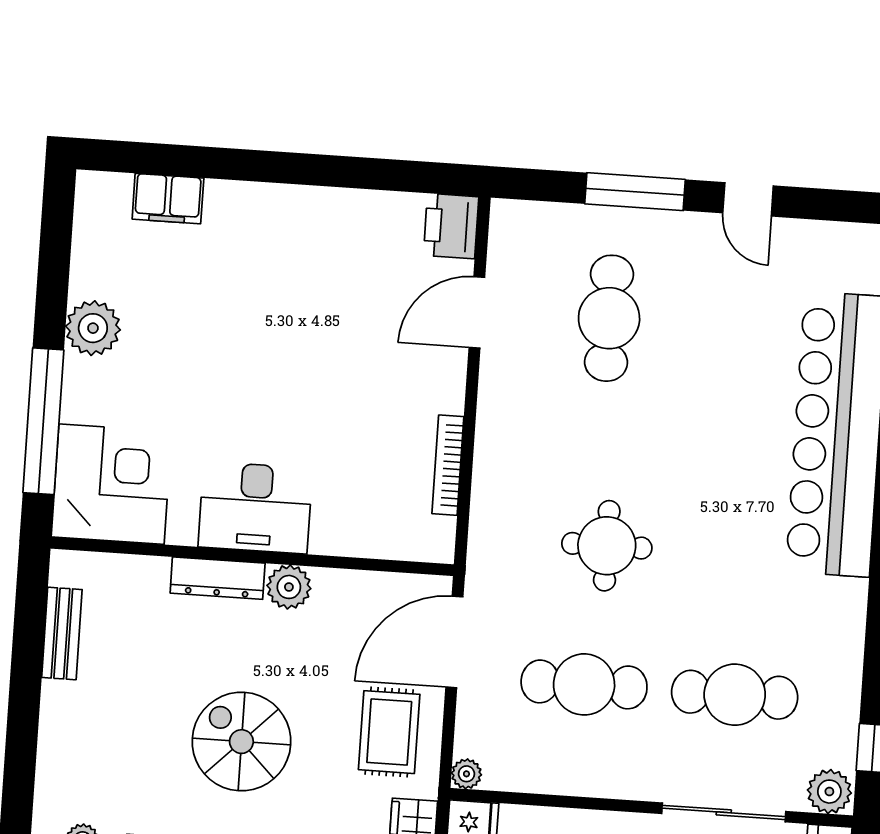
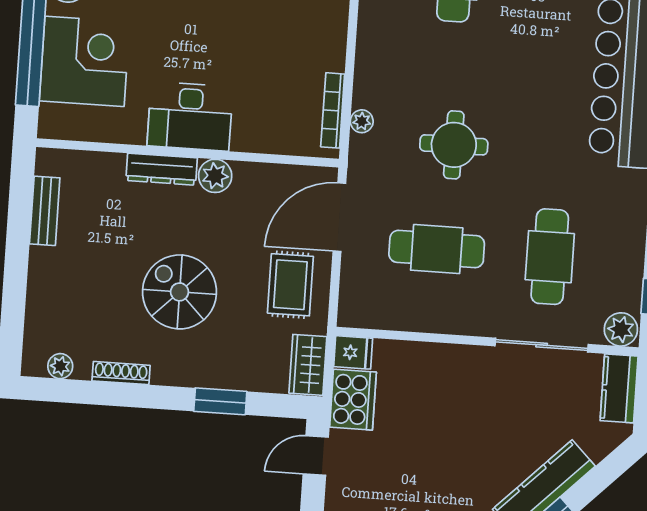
bookcase: (448, 465) -> (333, 110), moved
corner desk: (112, 484) -> (85, 61), moved
cafe table: (735, 695) -> (550, 257), turned 90
plant: (466, 774) -> (362, 121), moved

